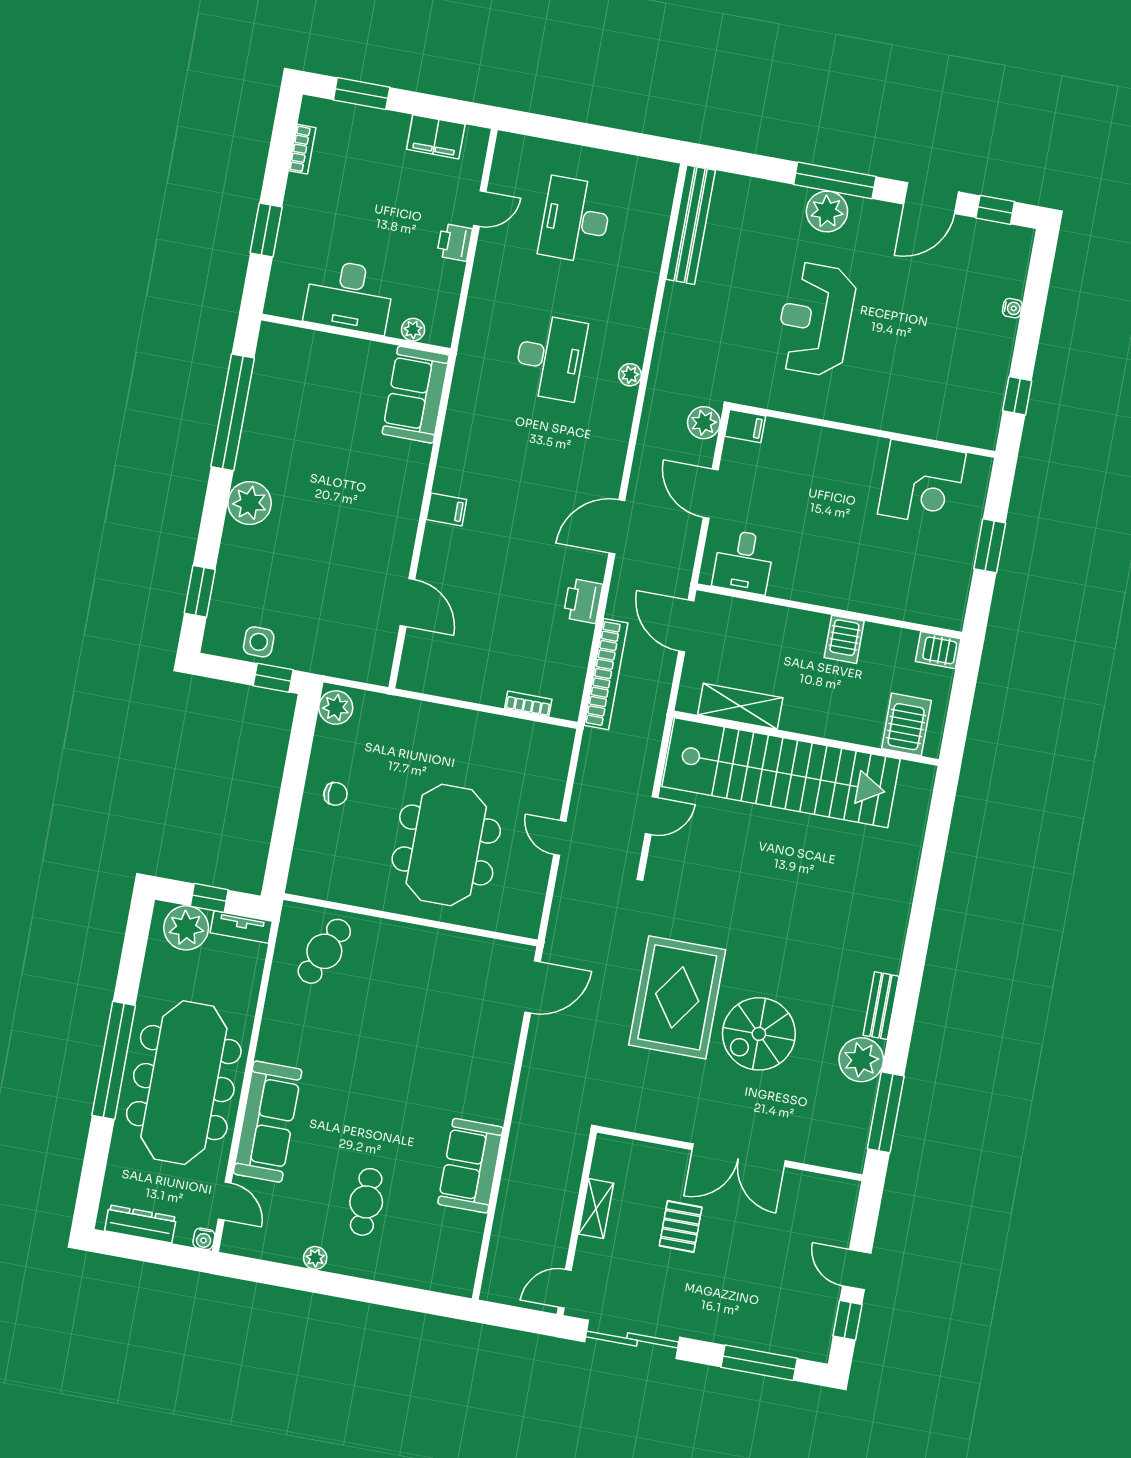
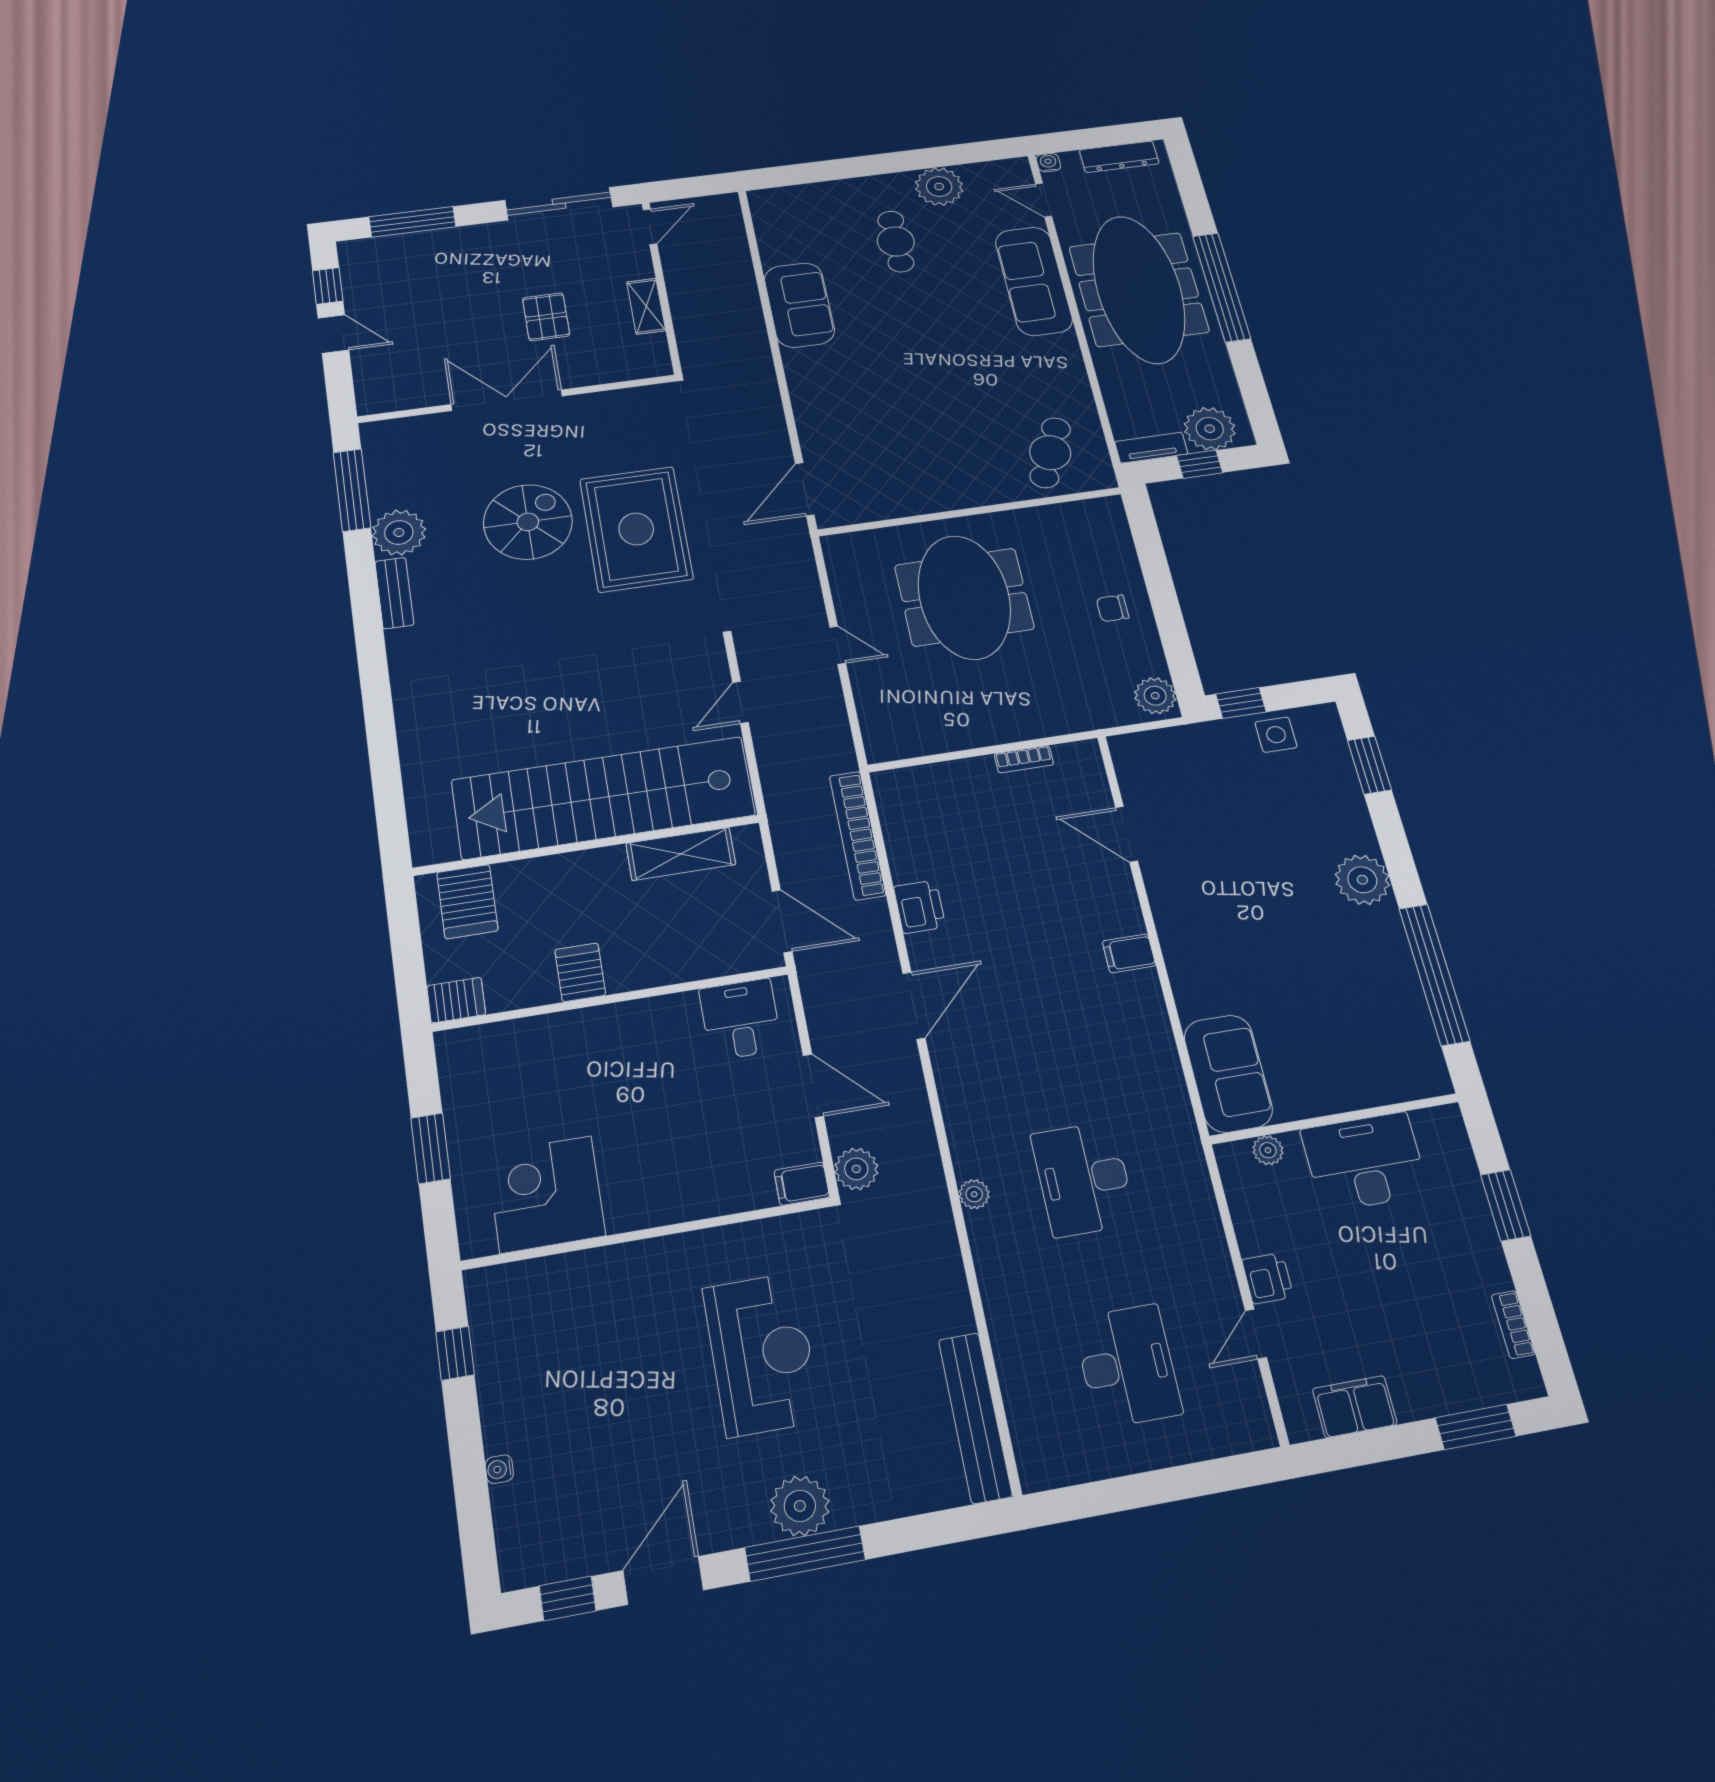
bookcase: (528, 704) -> (1024, 759), moved
plant: (315, 1258) -> (939, 186), width x1.88, depth x1.88

